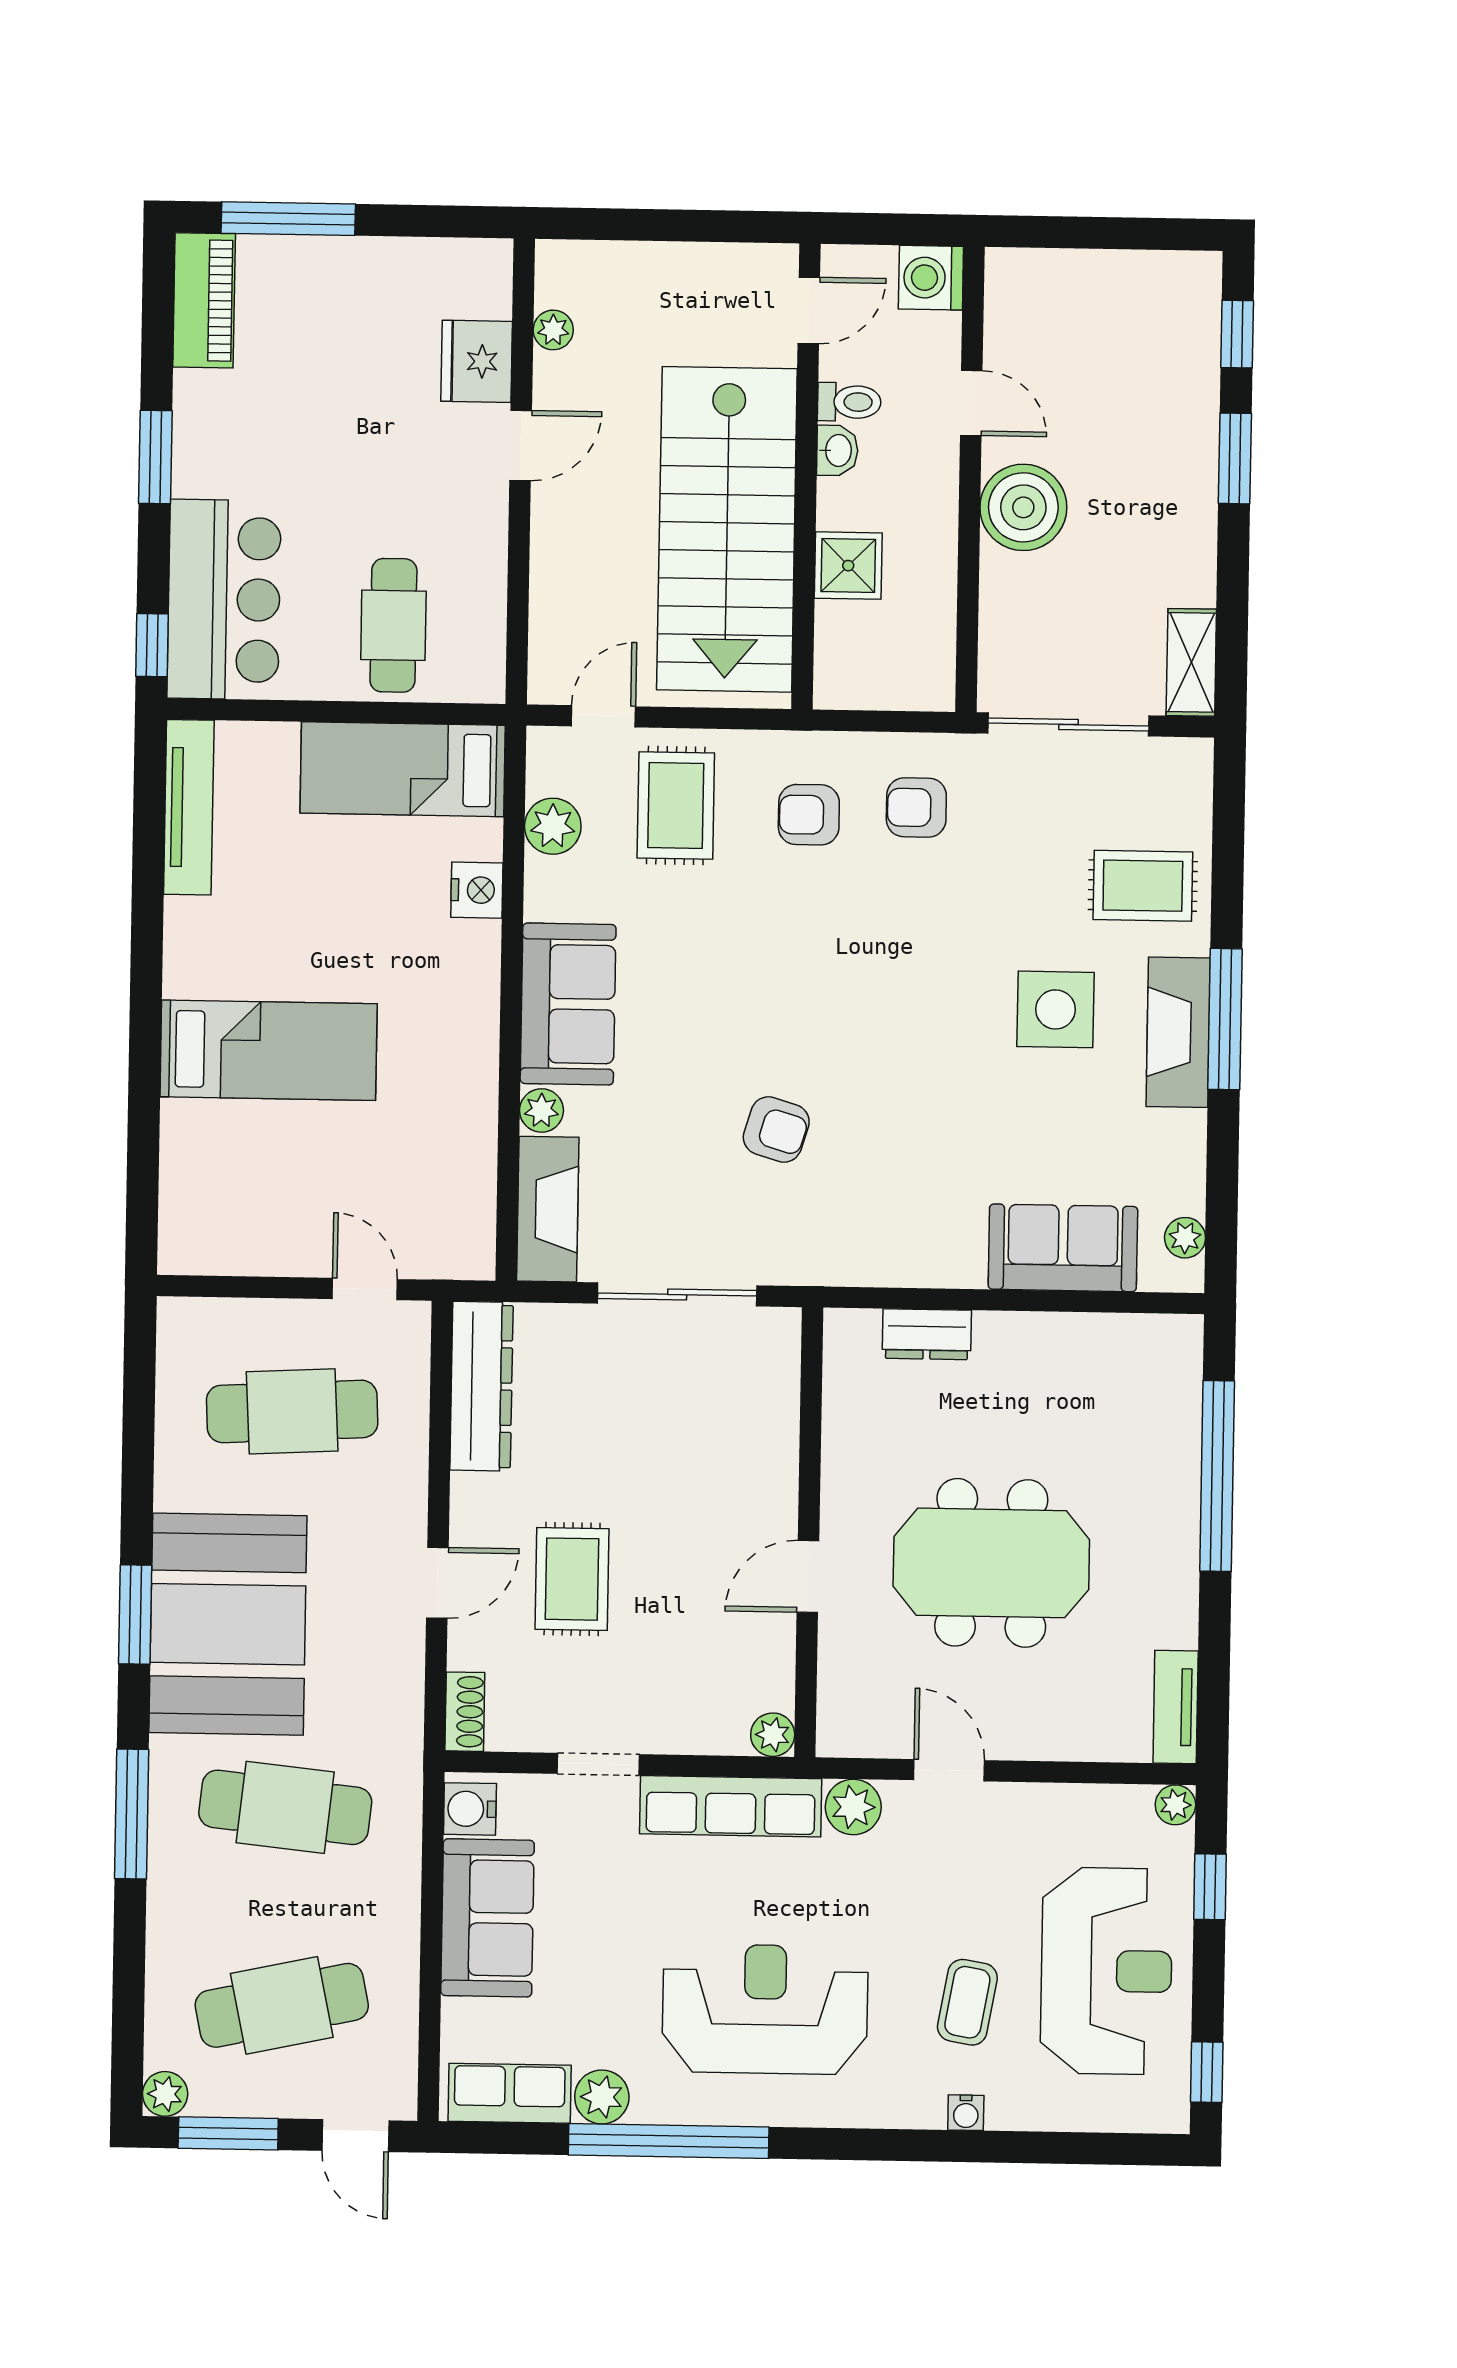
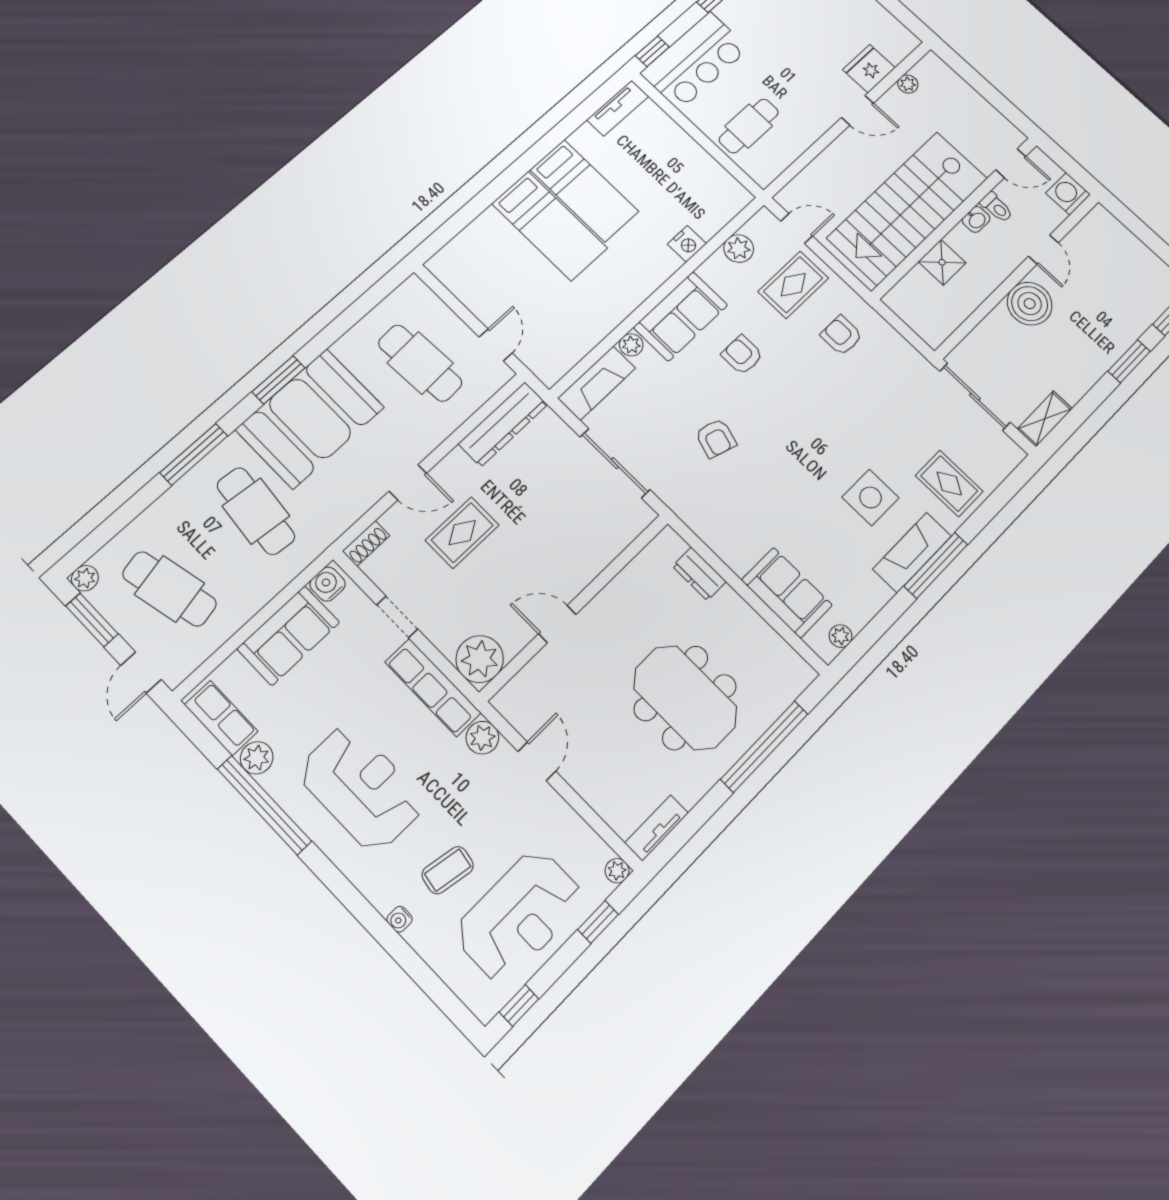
bed: (403, 769) -> (584, 191), moved, turned 180
tv unit: (189, 807) -> (618, 108), width x0.71
armchair: (916, 807) -> (742, 355), moved
meeting table: (991, 1563) -> (685, 698), moved
plant: (773, 1735) -> (480, 659), width x1.88, depth x1.88

